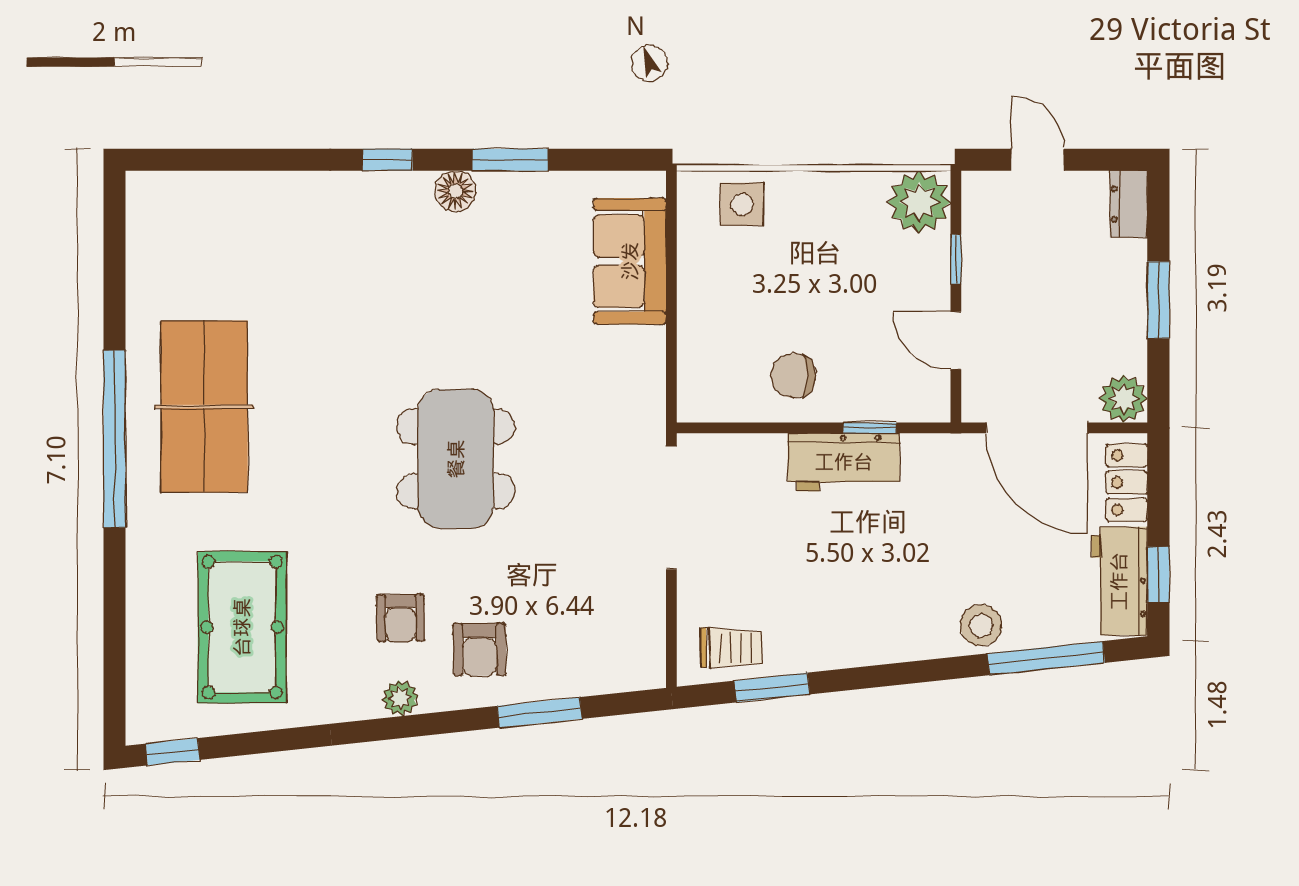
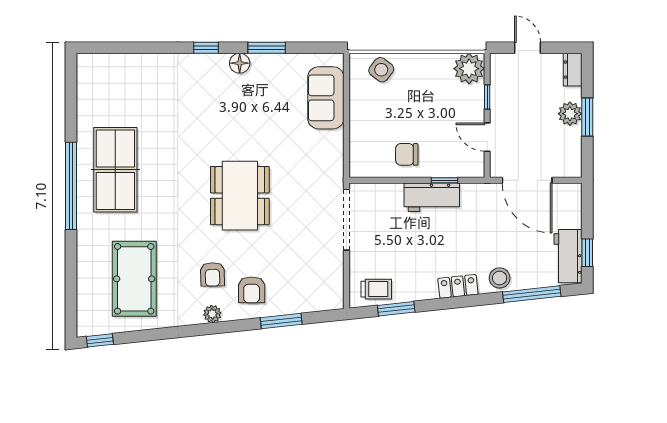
side table: (742, 204) -> (381, 70), turned 38
plant: (1123, 399) -> (570, 114), moved
locker: (1127, 483) -> (458, 286), moved, turned 84

